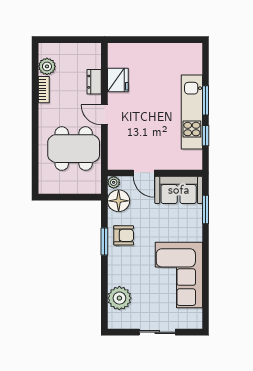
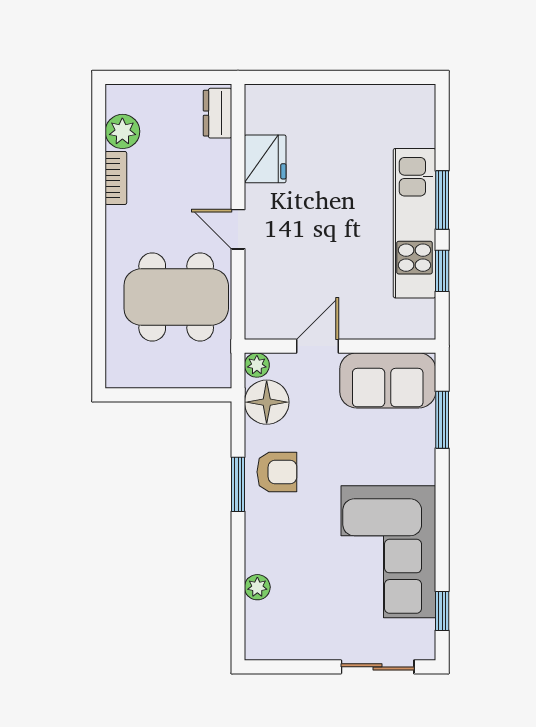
dresser: (94, 82) -> (218, 113), moved
door: (144, 173) -> (317, 346), swing flipped
plant: (119, 298) -> (257, 587), width x0.53, depth x0.53
window: (206, 304) -> (442, 611), added
sliding door: (157, 332) -> (378, 667), moved

